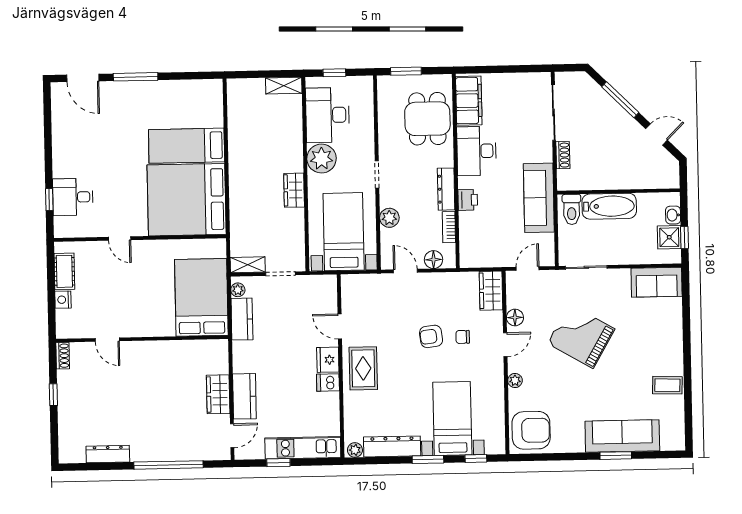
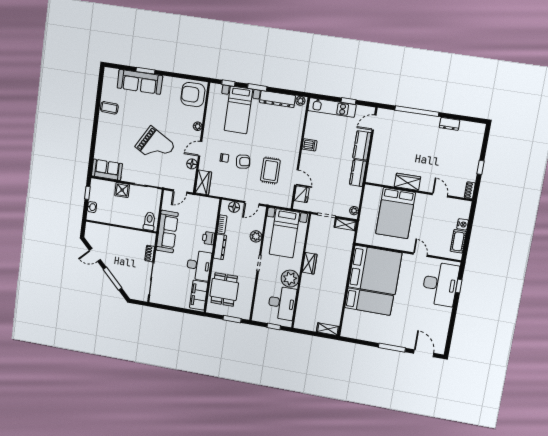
shelving: (284, 86) -> (328, 329), moved
desk: (73, 197) -> (440, 284), width x1.87, depth x1.30
bathtub: (609, 206) -> (128, 219), removed
shower: (669, 237) -> (122, 190), moved
door: (405, 271) -> (252, 203), hinge flipped
bed: (201, 297) -> (396, 213), moved
kitchen counter: (242, 319) -> (358, 173), moved
fridge: (328, 360) -> (302, 194), moved
rug: (363, 368) -> (270, 170), moved
wardrobe: (218, 394) -> (407, 182), moved, turned -90
dresser: (108, 454) -> (450, 124), width x0.70

